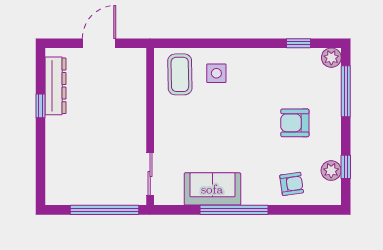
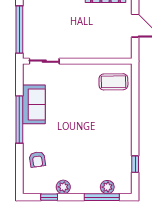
plant: (331, 58) -> (107, 187), moved
side table: (216, 73) -> (114, 107), removed
armchair: (295, 123) -> (80, 162), removed
plant: (331, 171) -> (63, 187), moved

